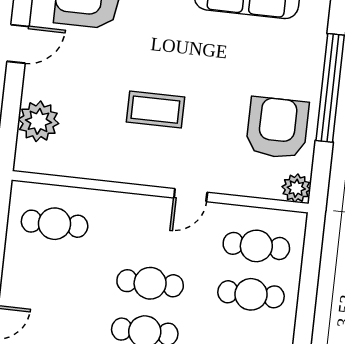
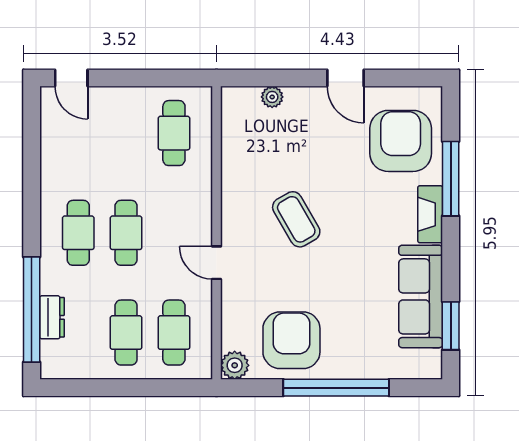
coffee table: (155, 110) -> (296, 219), turned -30
plant: (38, 121) -> (272, 97), width x0.53, depth x0.53
armchair: (277, 128) -> (291, 340), turned -90

